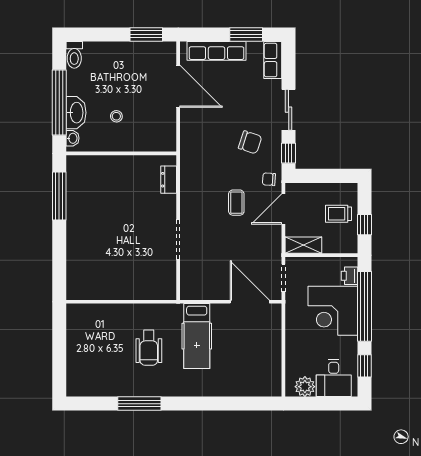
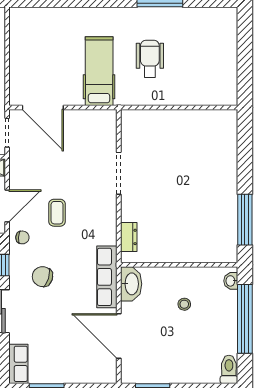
row of seats: (217, 51) -> (107, 277), moved, turned -90
washbasin: (76, 113) -> (131, 284), moved, turned 180

